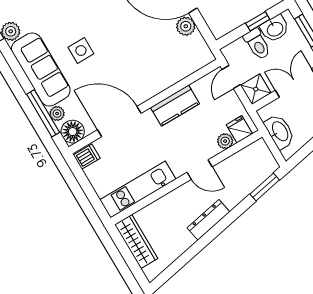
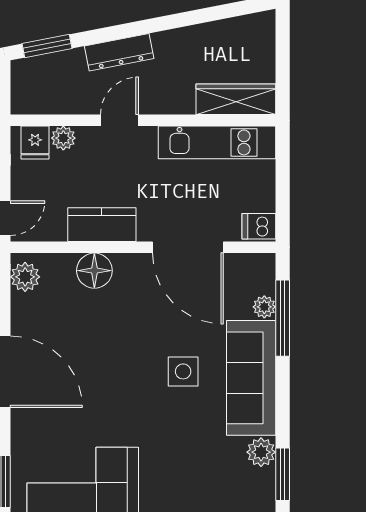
plant: (186, 26) -> (25, 277), moved
floor lamp: (73, 132) -> (94, 271), moved
door: (200, 170) -> (120, 120), hinge flipped
dresser: (208, 220) -> (119, 52), moved
wardrobe: (136, 242) -> (236, 99), moved, turned 90

